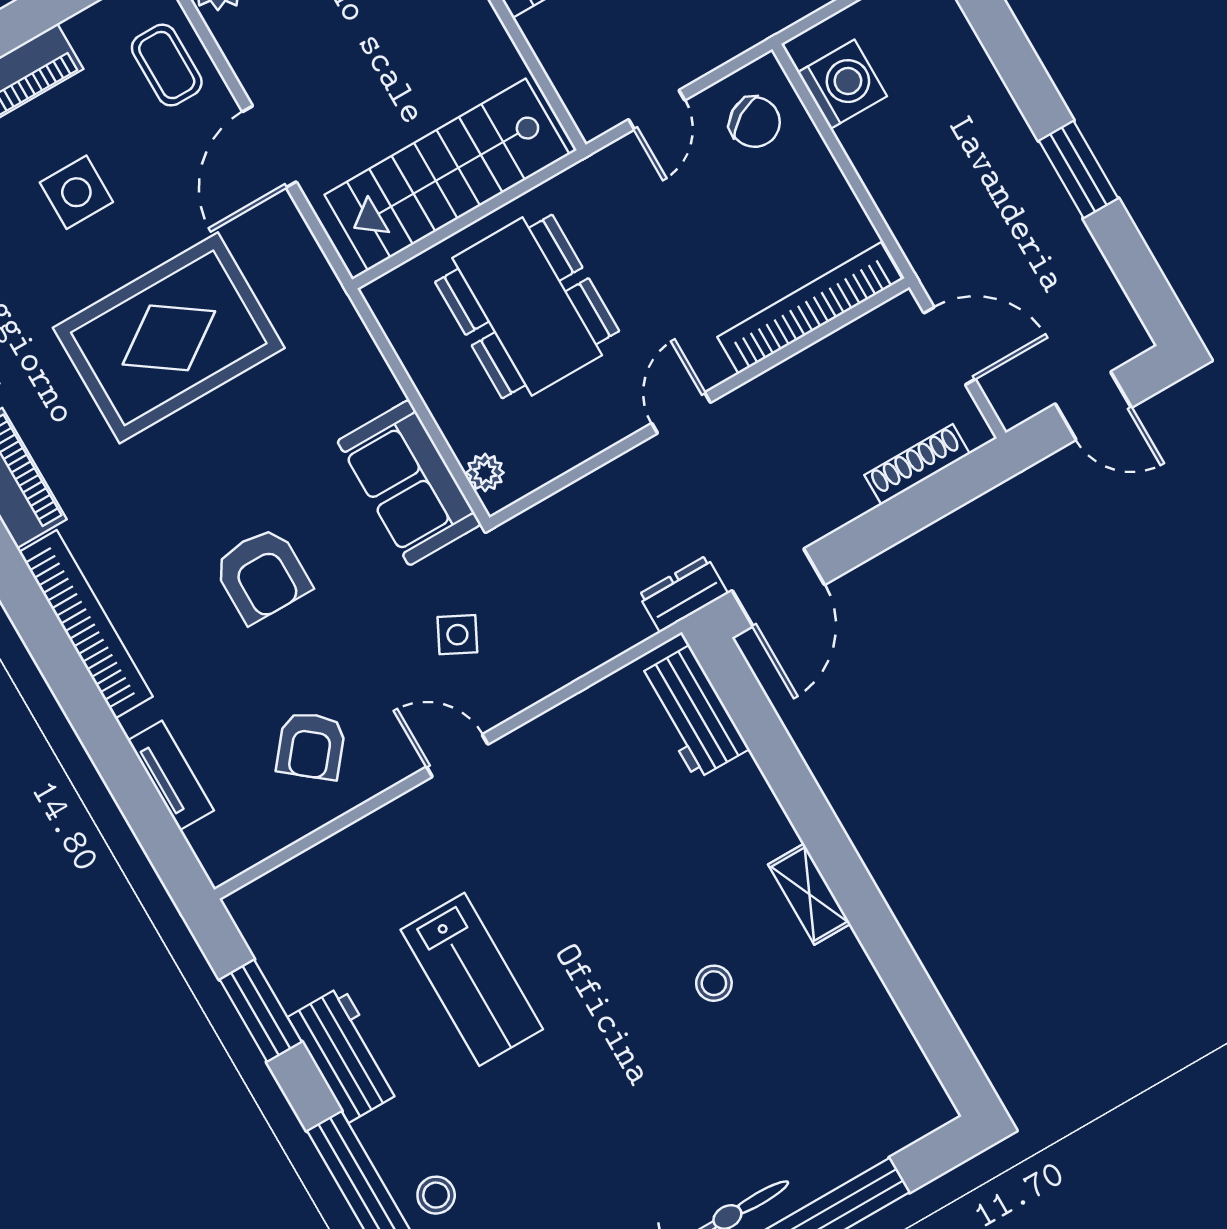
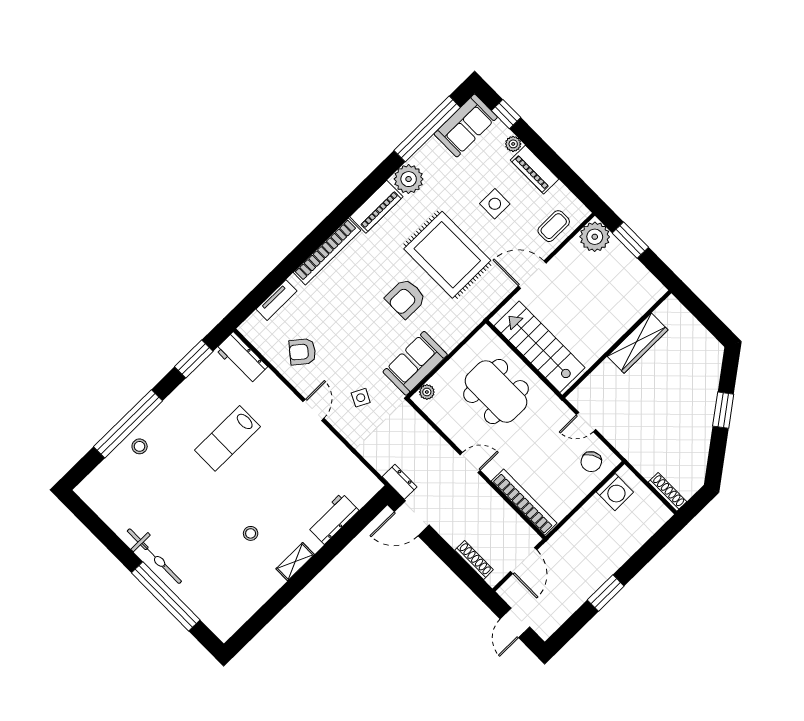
dining table: (527, 307) -> (496, 392), turned 90
armchair: (262, 575) -> (406, 298), moved
workbench: (693, 712) -> (333, 519), moved
workbench: (345, 1054) -> (241, 358), moved, turned 90

